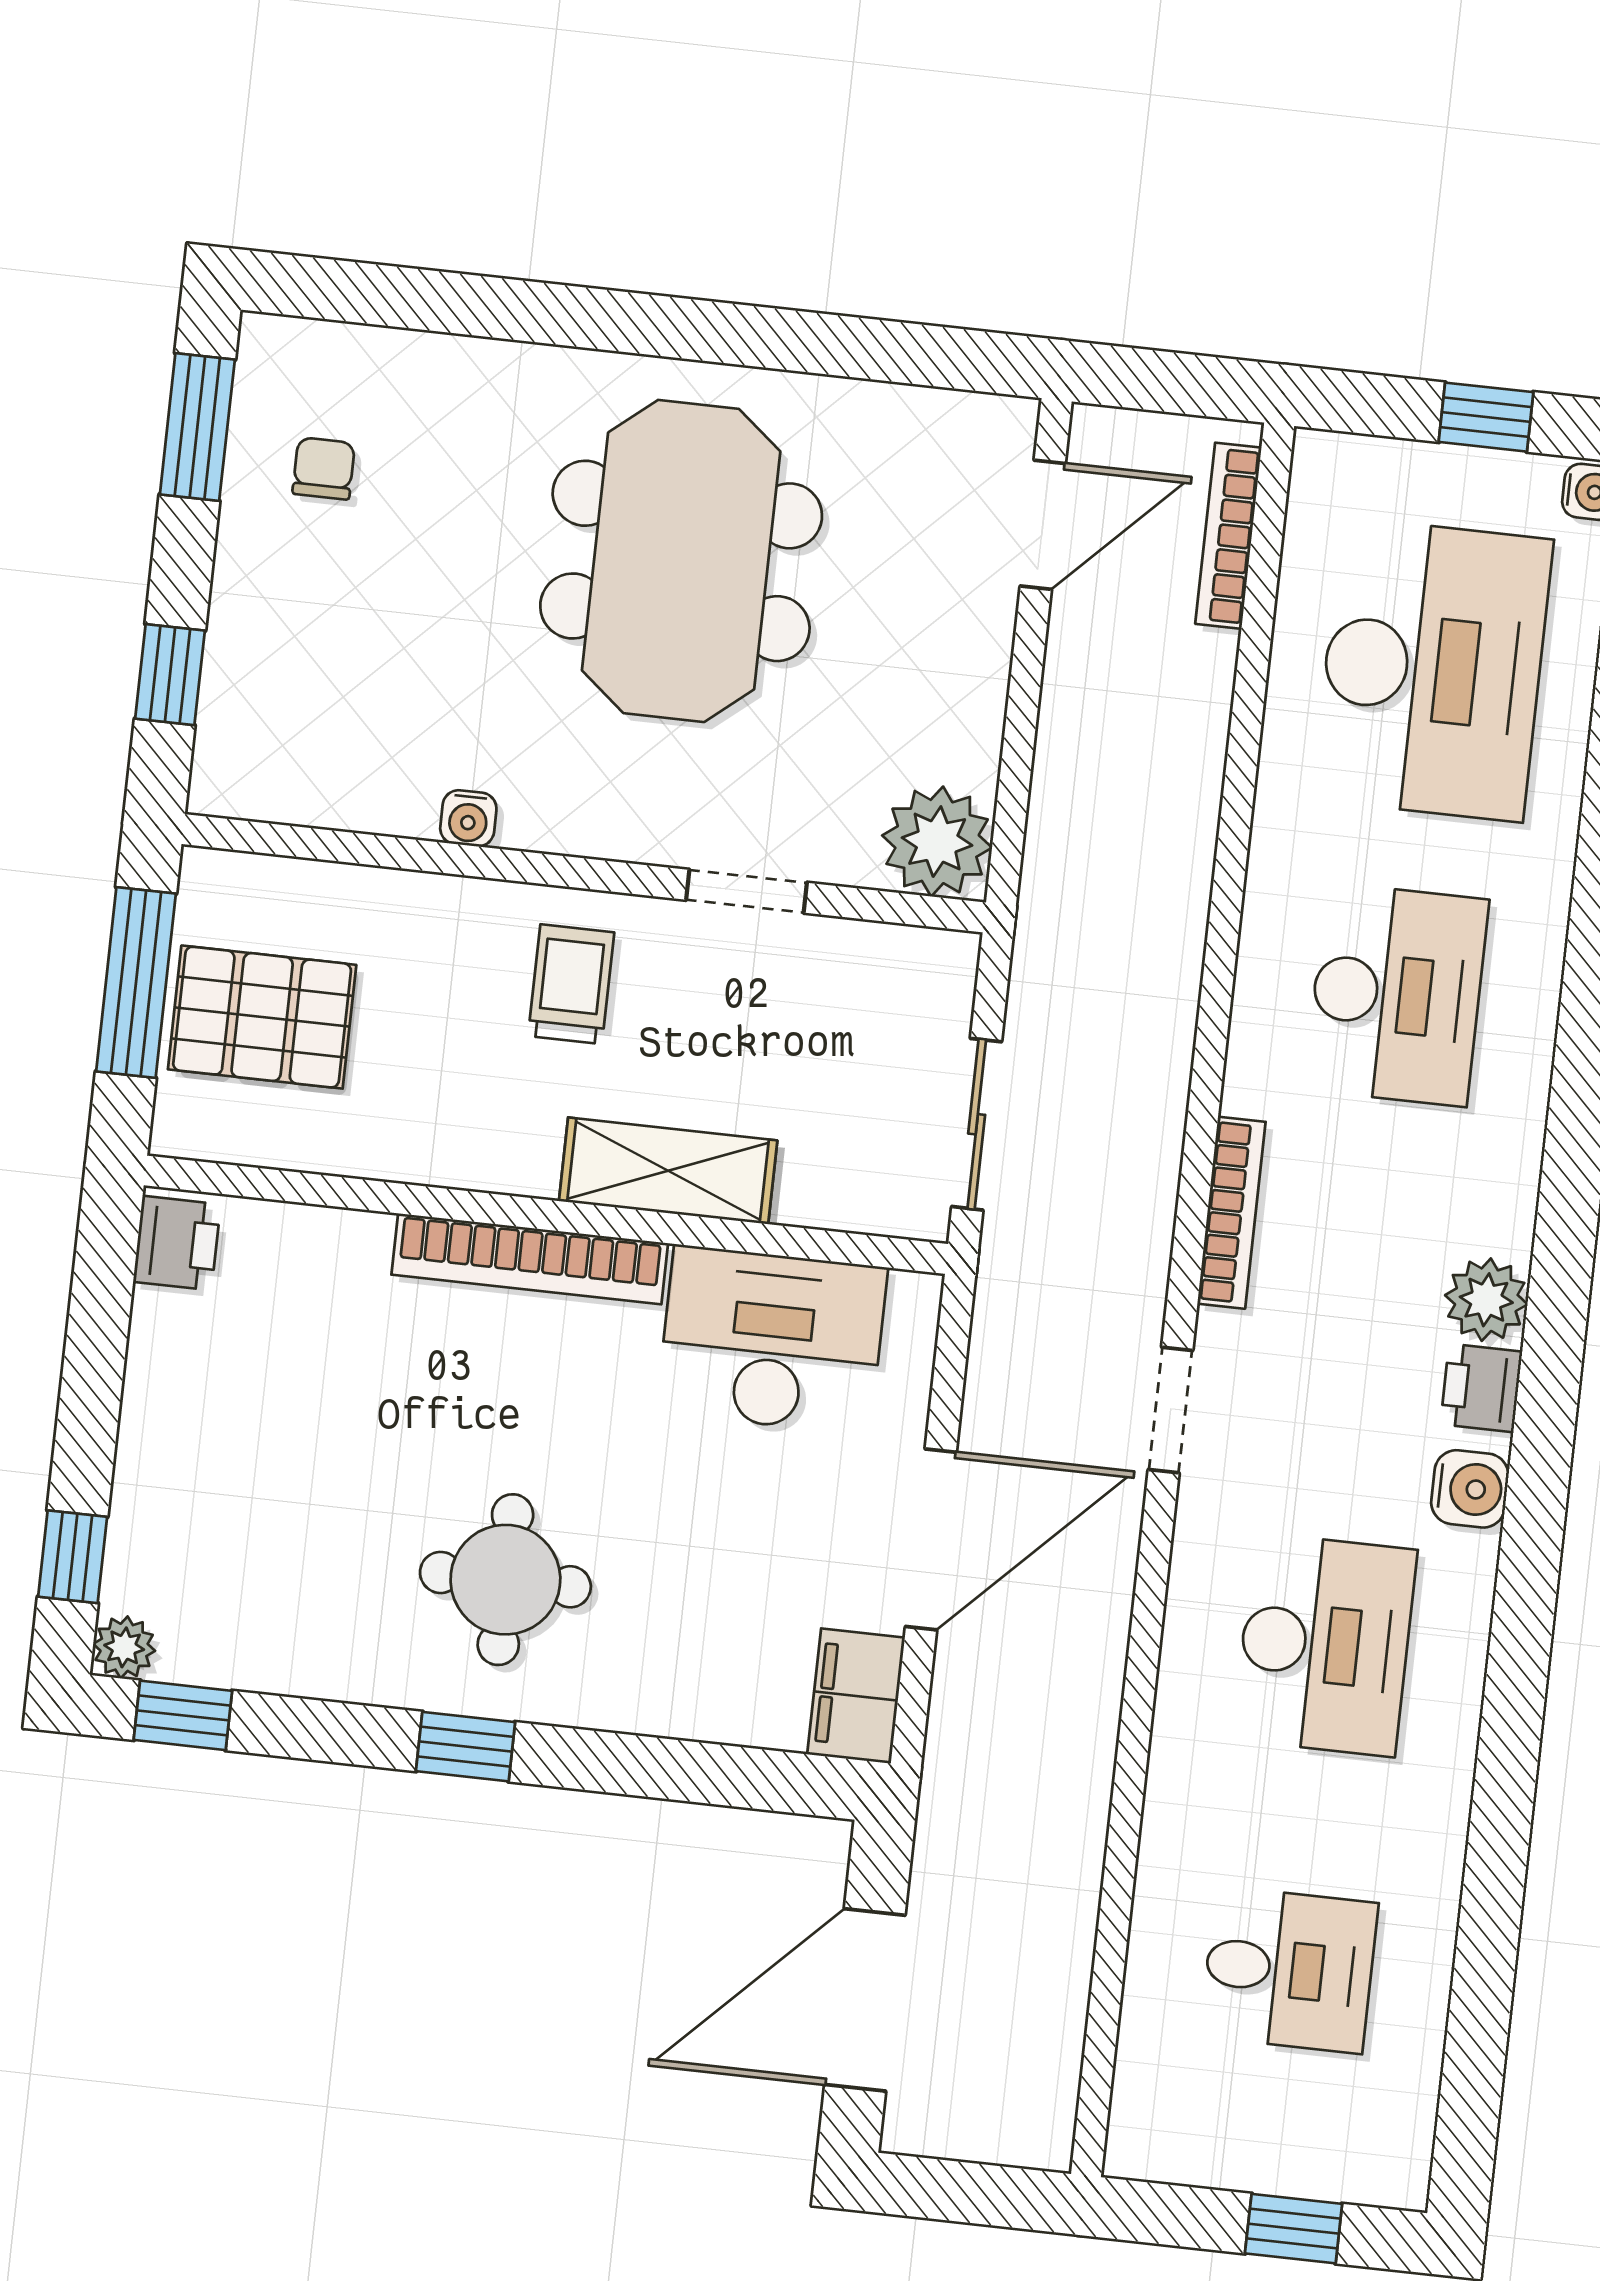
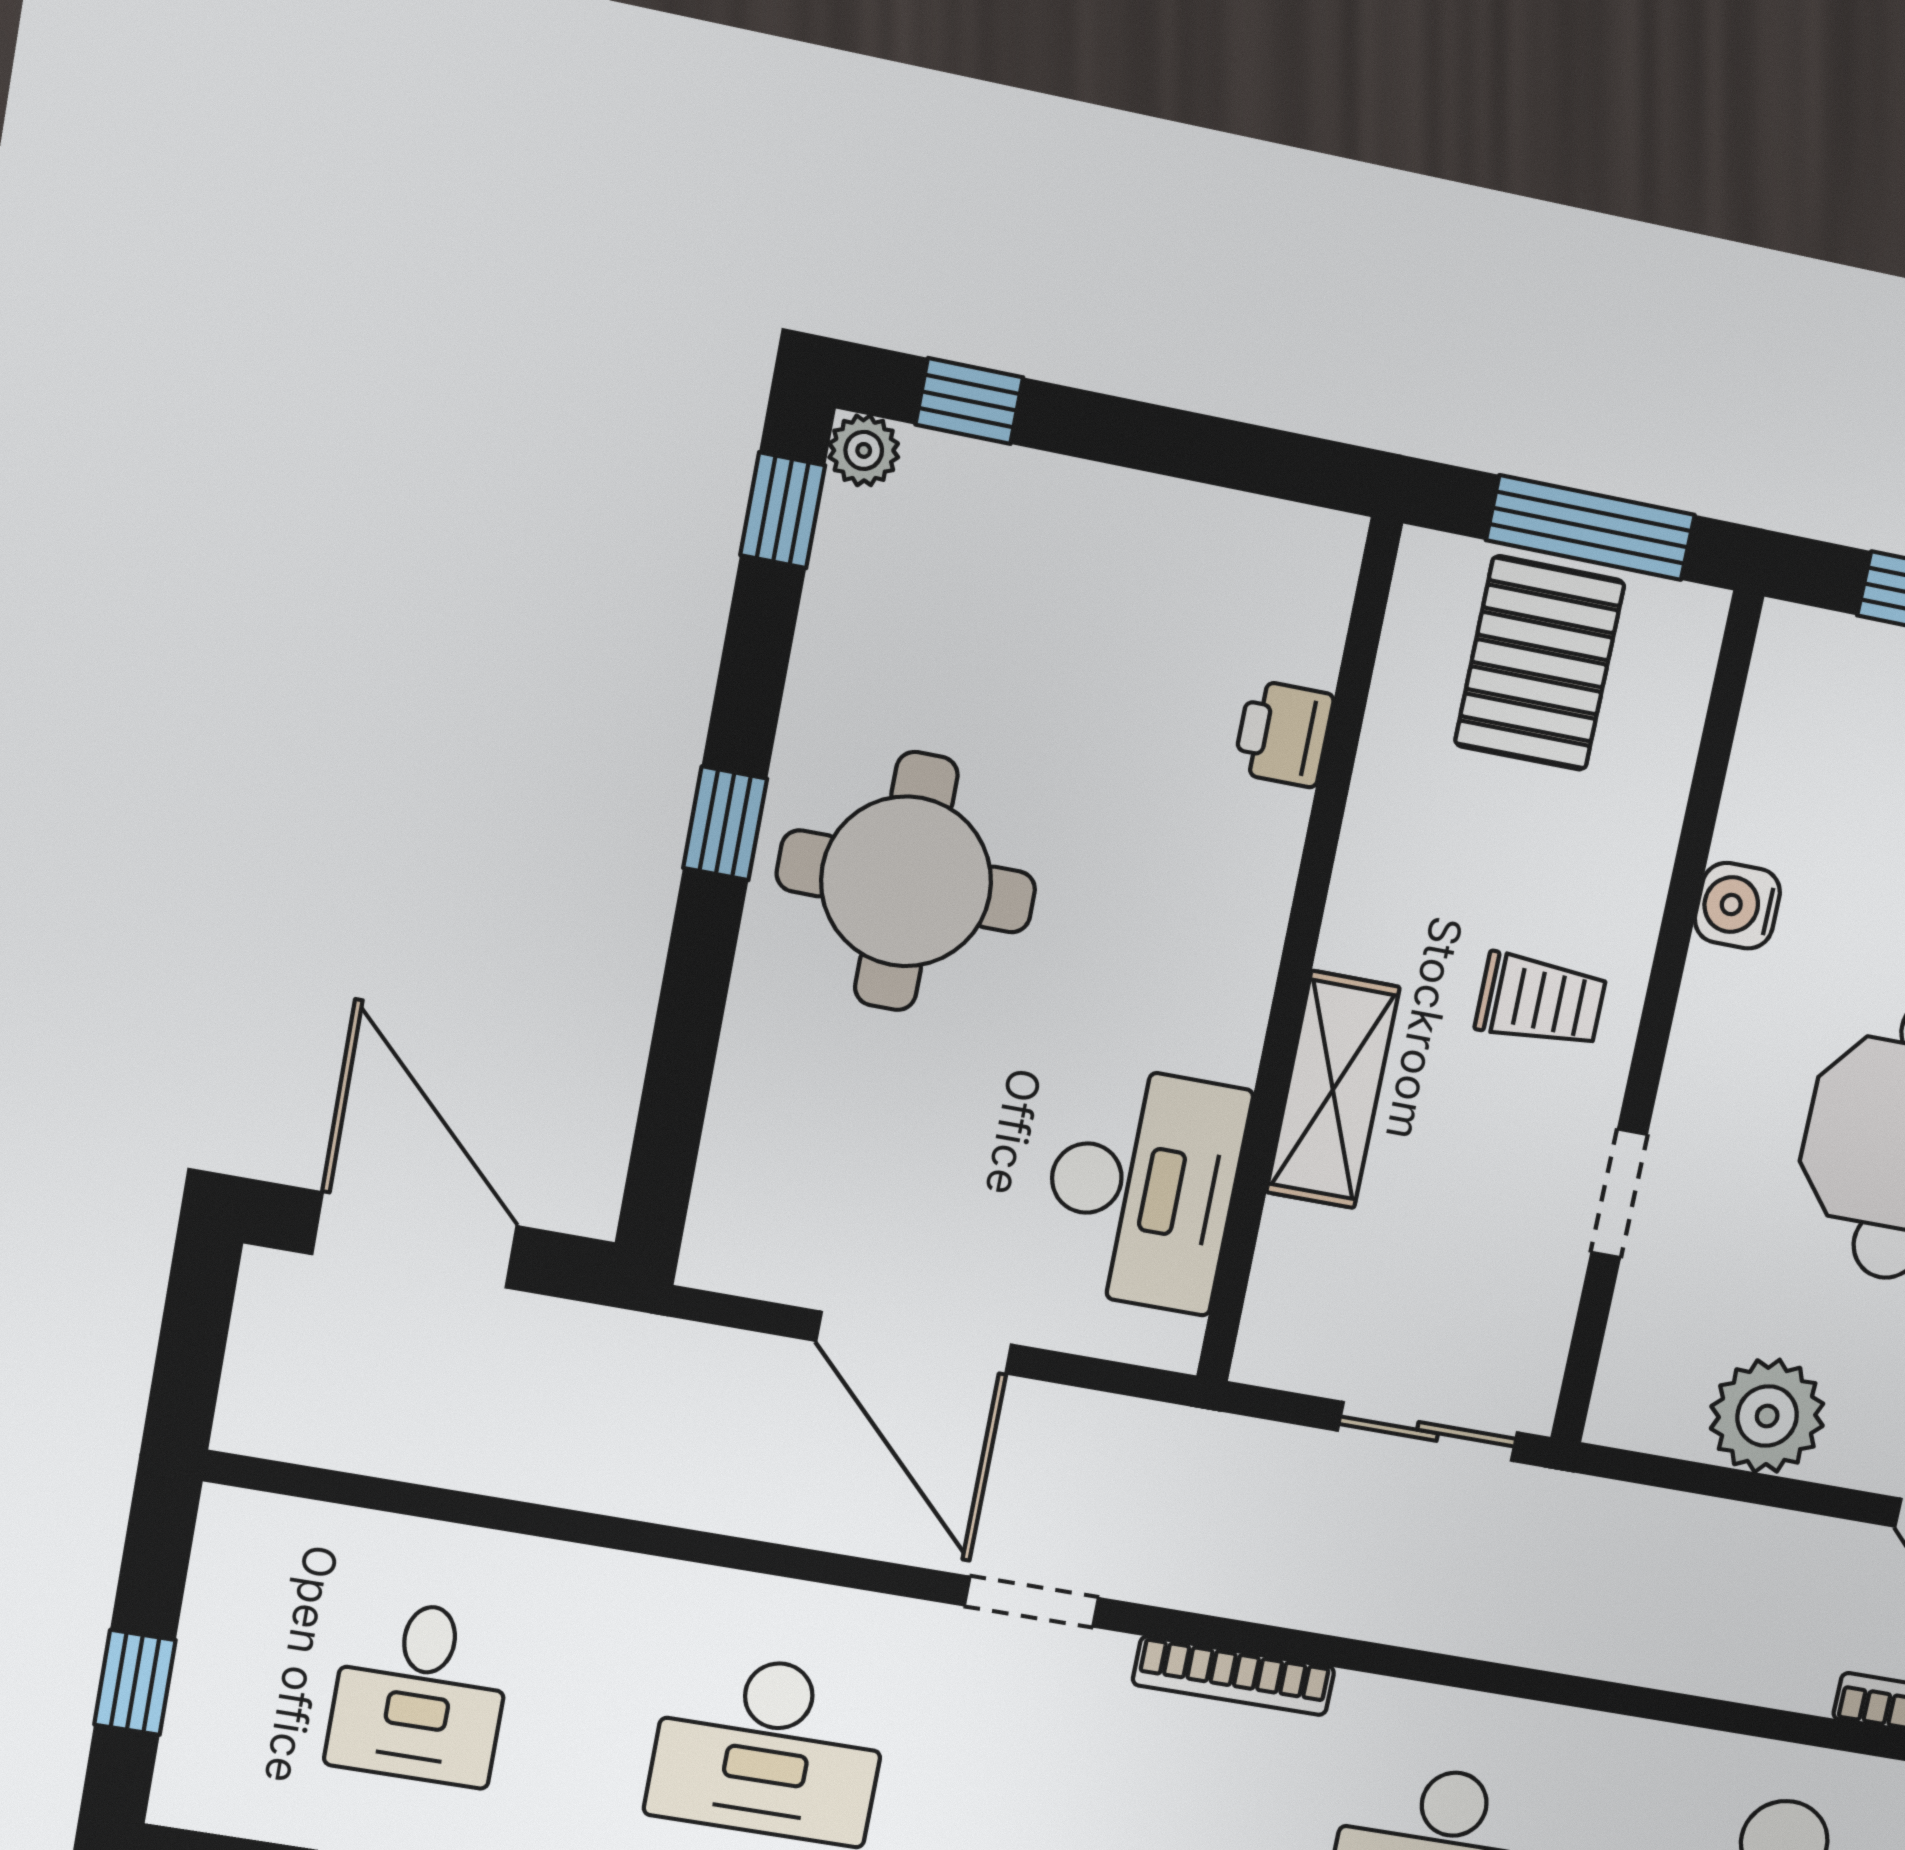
water cooler: (468, 818) -> (1737, 906), width x1.38, depth x1.38
plant: (937, 842) -> (1767, 1416), moved
sliding door: (977, 1124) -> (1428, 1431), moved
printer: (177, 1243) -> (1283, 734), moved, turned 90
bookcase: (530, 1259) -> (1252, 934), removed
round table: (505, 1580) -> (906, 881), width x1.36, depth x1.36
filing cabinet: (856, 1696) -> (750, 1252), removed

